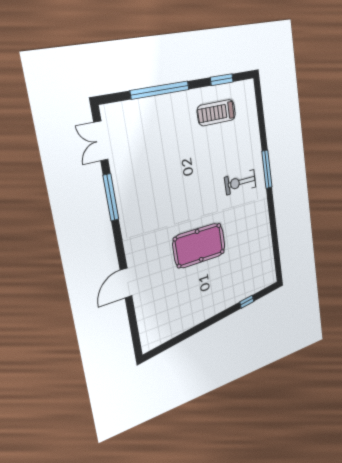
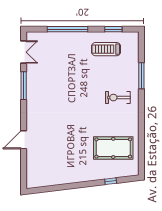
double door: (101, 141) -> (24, 52), swing flipped
window: (267, 169) -> (141, 76), moved
pool table: (199, 246) -> (113, 148), moved

